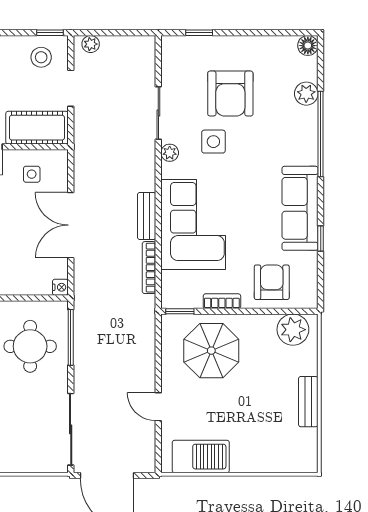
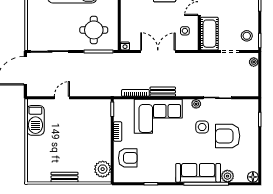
sofa: (300, 208) -> (198, 173), moved
parasol: (211, 351) -> (92, 126), removed

